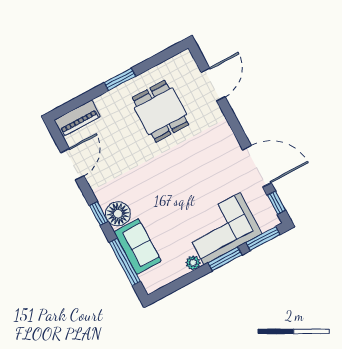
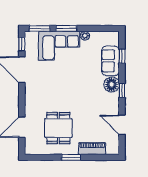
piano: (77, 118) -> (92, 149), moved
door: (72, 164) -> (122, 125), hinge flipped
window: (125, 262) -> (122, 56), width x0.46

